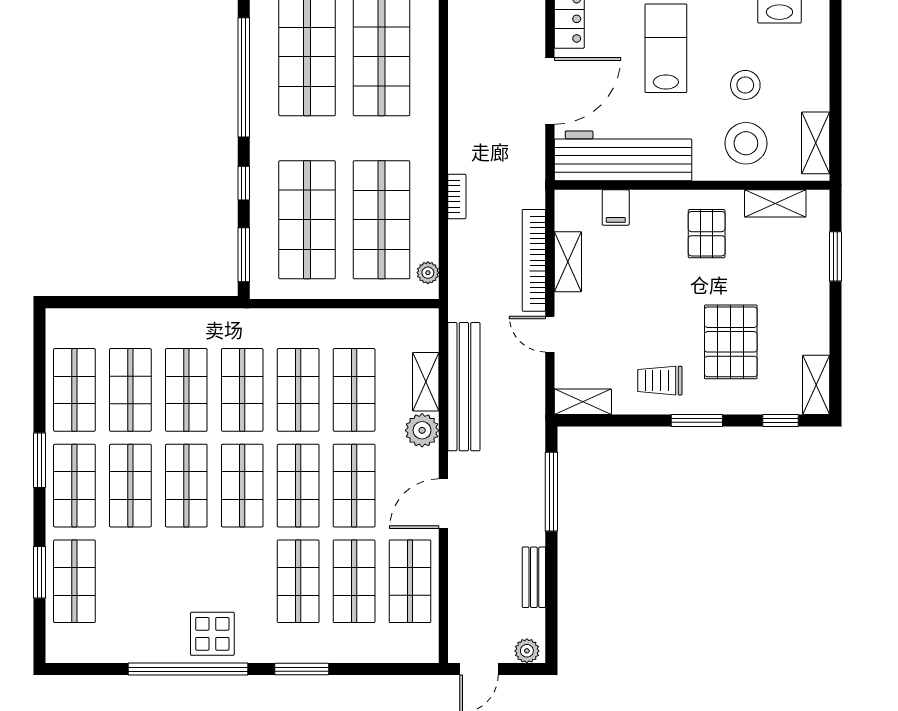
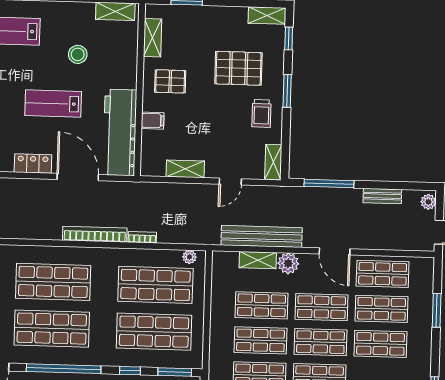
stool: (746, 143) -> (114, 55), removed
filing cabinet: (616, 208) -> (153, 121), moved
bookcase: (534, 260) -> (95, 234), moved, turned 180
window: (302, 669) -> (437, 310), moved

